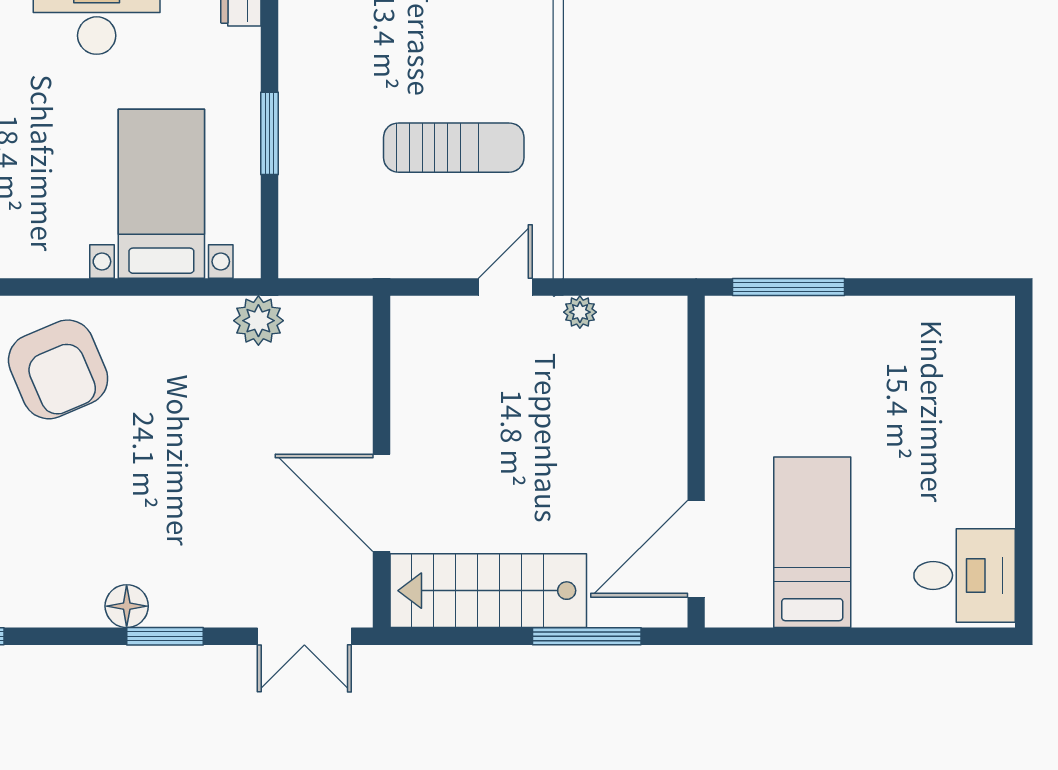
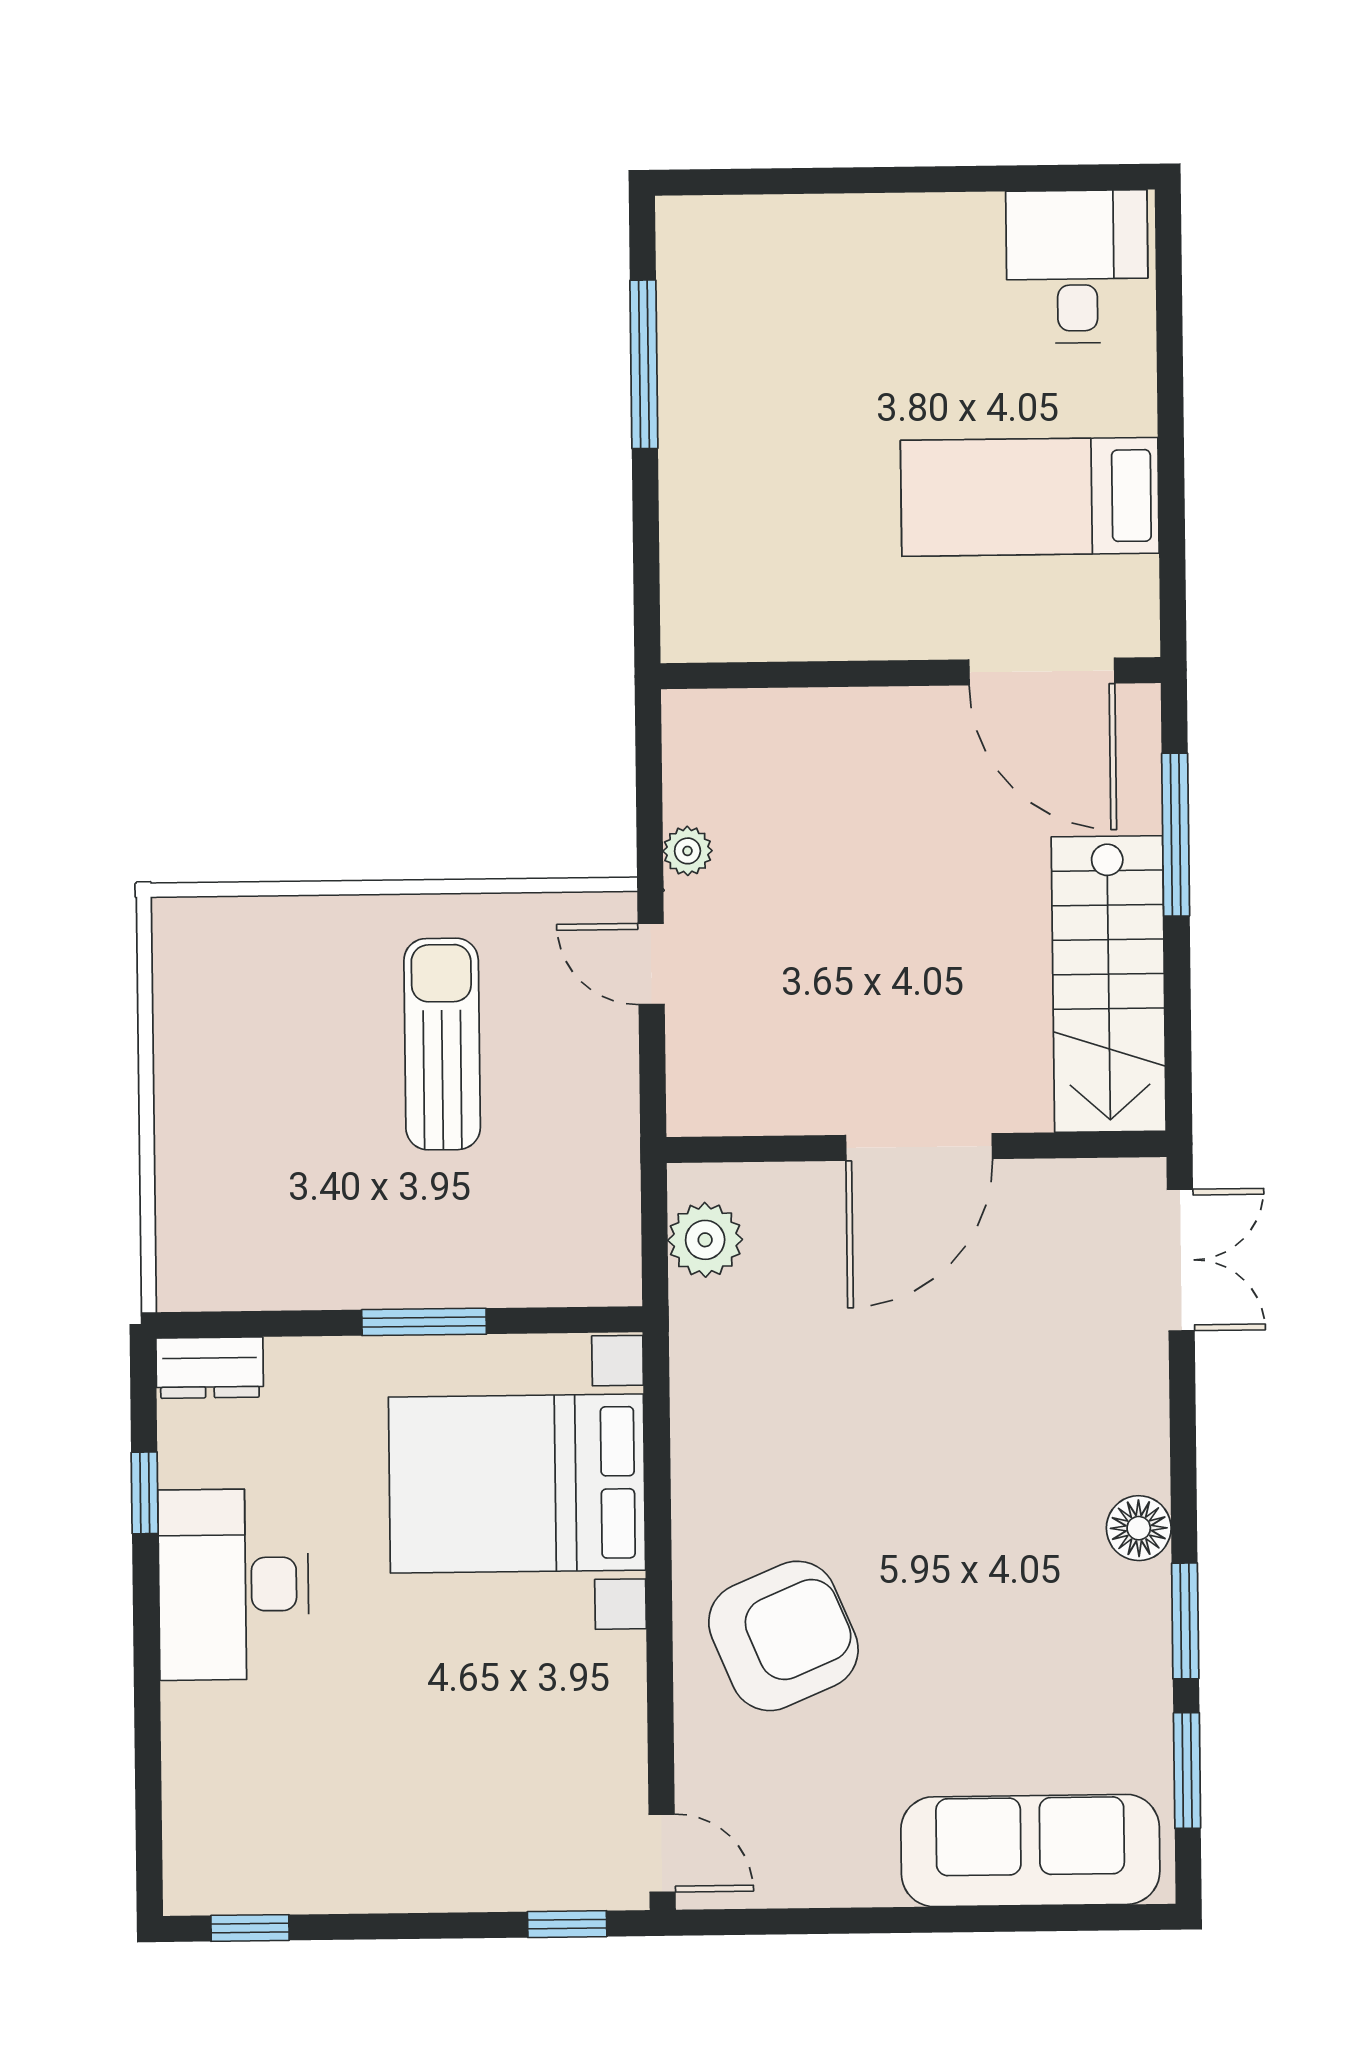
bed with nightstands: (161, 194) -> (517, 1484), width x1.36
window: (789, 287) -> (644, 364), moved
plant: (258, 321) -> (705, 1240), moved
door: (381, 503) -> (919, 1147), moved
window: (165, 636) -> (1185, 1621), moved

